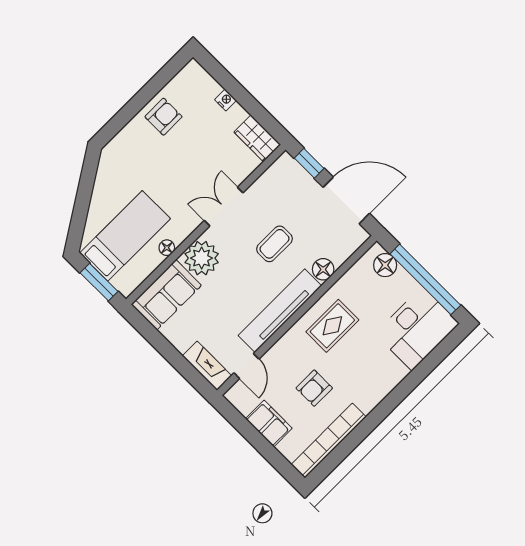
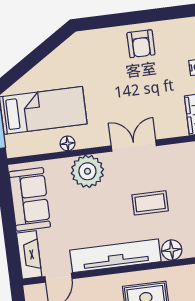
armchair: (164, 117) -> (141, 44), turned 90
sofa: (166, 295) -> (30, 199), moved, turned -90

